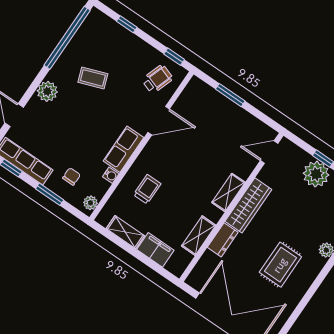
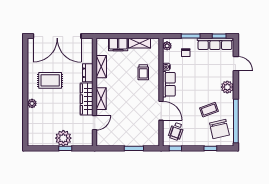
chair: (97, 42) -> (219, 129), added
door: (159, 121) -> (161, 111), swing flipped
door: (269, 152) -> (95, 123), moved
rug: (280, 265) -> (50, 80), turned 90

